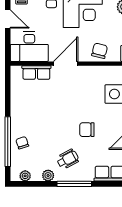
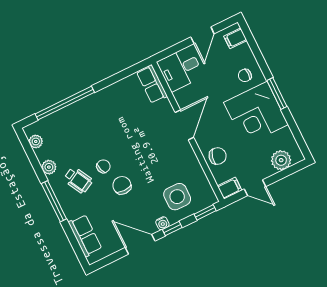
desk: (29, 47) -> (180, 69), width x0.73
door: (66, 64) -> (184, 125), hinge flipped
row of seats: (36, 72) -> (152, 84), moved
chair: (22, 143) -> (103, 166), moved

